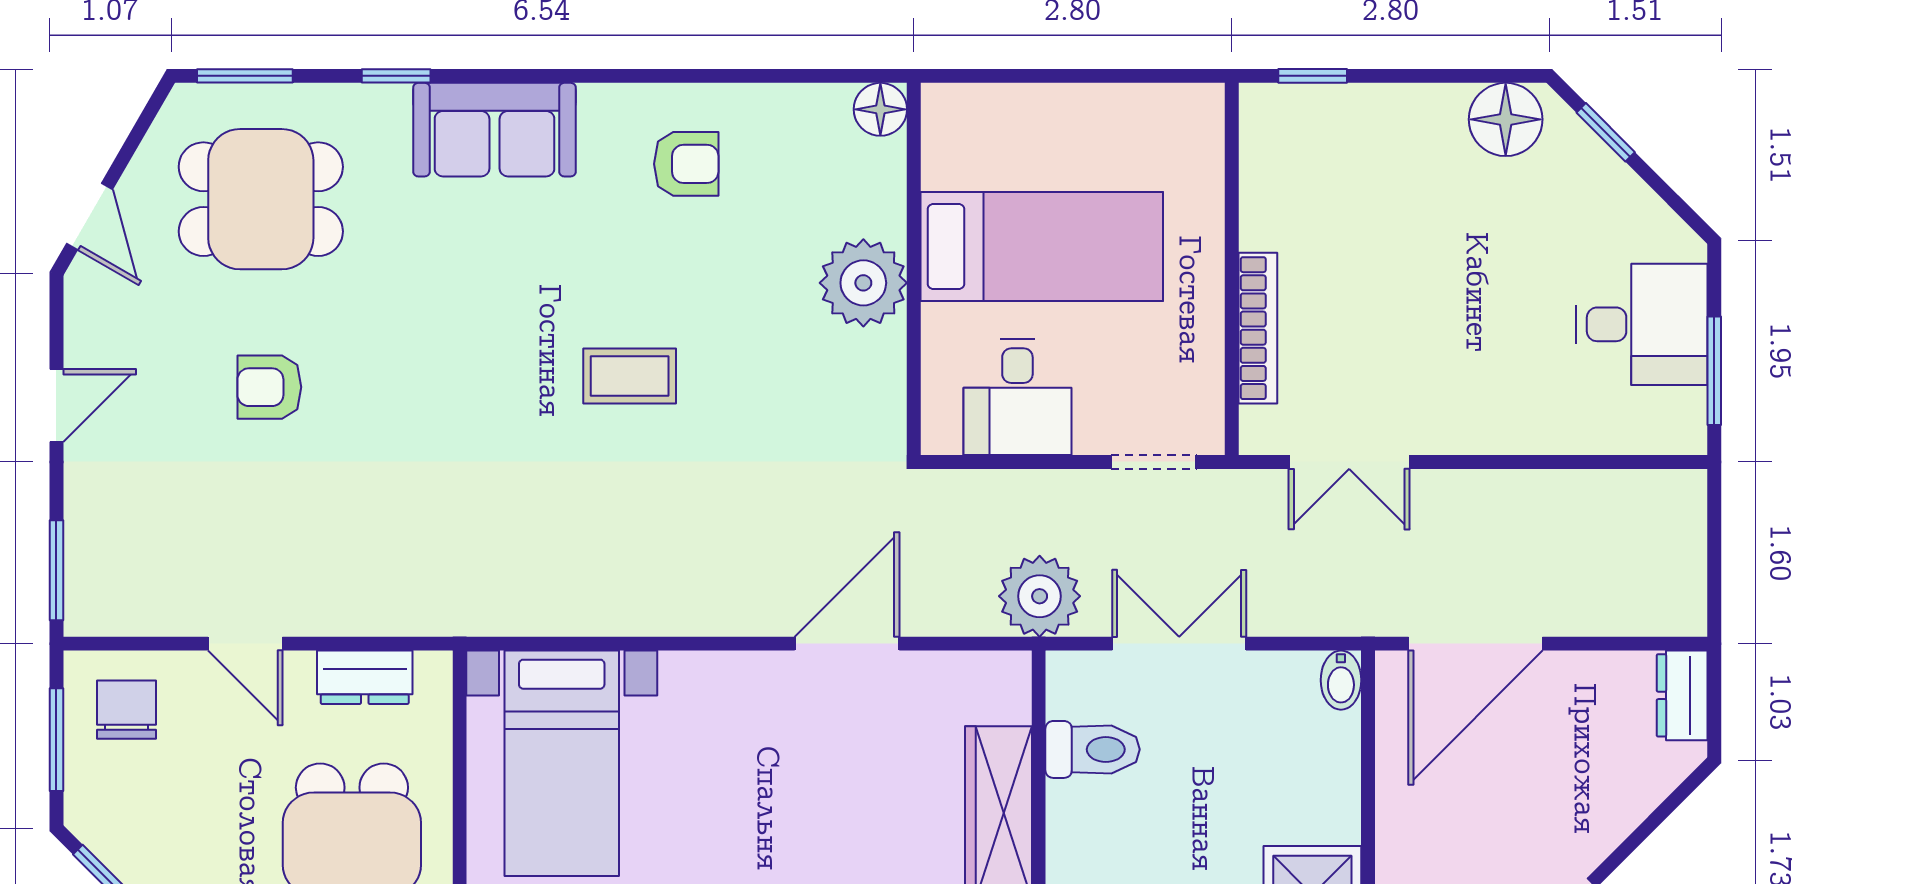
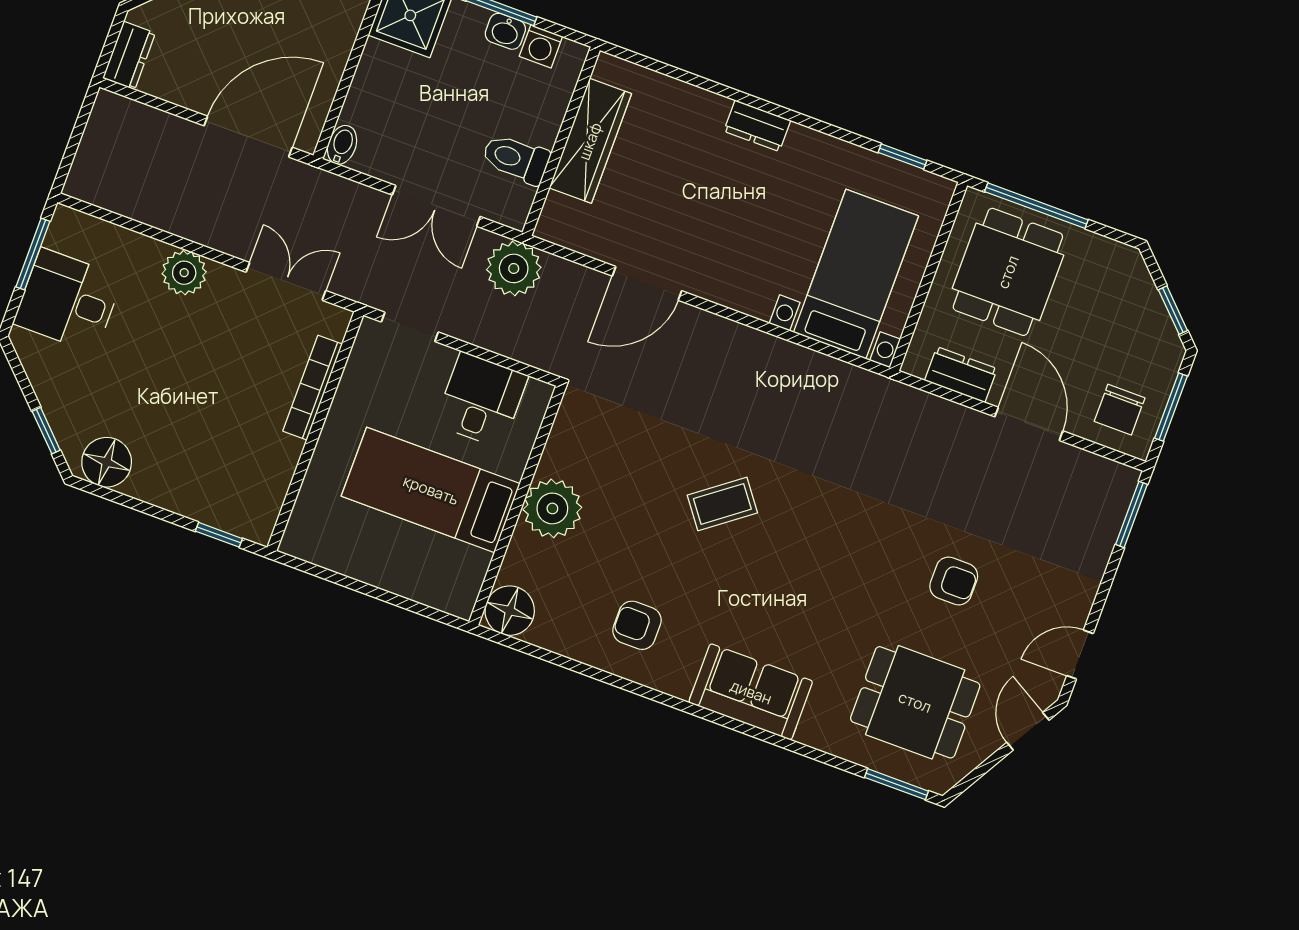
window: (396, 76) -> (800, 749), removed
floor lamp: (880, 109) -> (510, 611), width x1.38, depth x1.38
coffee table: (630, 376) -> (722, 504), turned -37
door: (56, 406) -> (1080, 655), moved
plant: (1495, 422) -> (184, 273), added
door: (245, 644) -> (1029, 424), width x1.38

